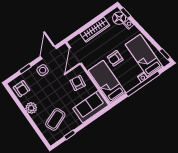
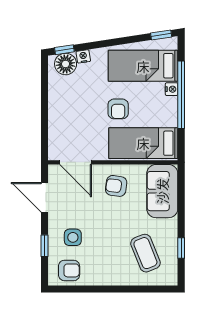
wardrobe: (95, 29) -> (58, 109), removed
side table: (43, 70) -> (73, 237), moved
plant: (31, 108) -> (106, 276), removed

